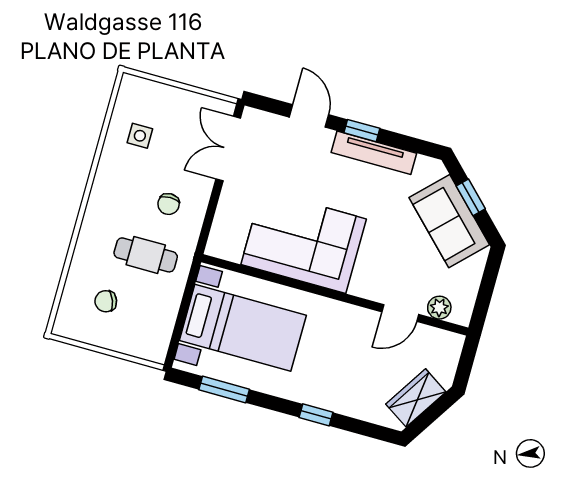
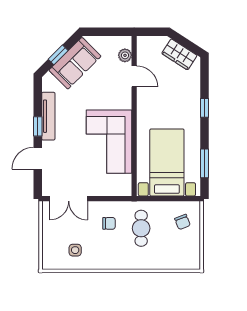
chair: (106, 301) -> (182, 222), moved

